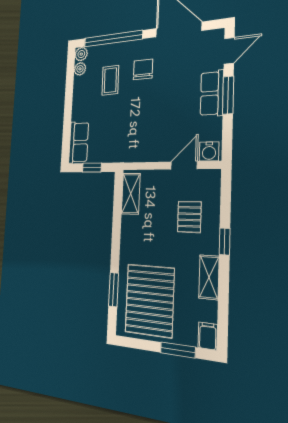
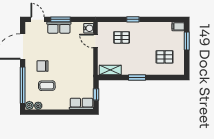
shelving: (209, 277) -> (150, 27), removed
window: (114, 290) -> (137, 77), moved
pallet: (150, 300) -> (165, 57), width x0.49, depth x0.50

